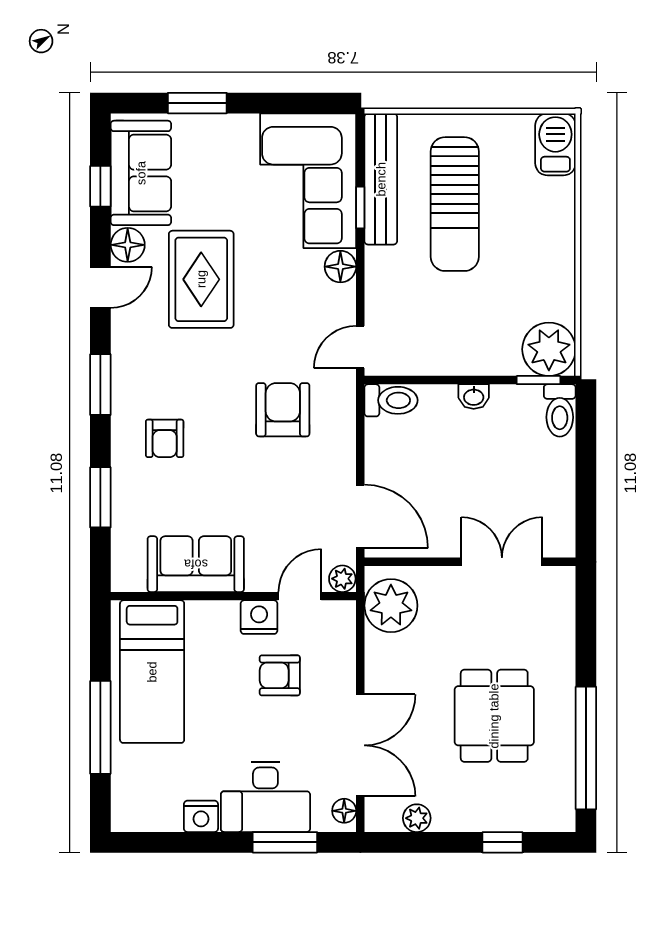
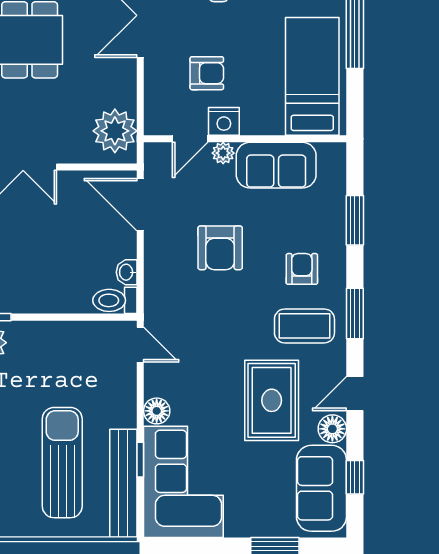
door: (360, 347) -> (140, 345), hinge flipped
coffee table: (162, 369) -> (304, 326), added
washbasin: (474, 397) -> (127, 272), moved, turned -90
armchair: (283, 410) -> (220, 248), moved
plant: (342, 579) -> (223, 153), moved

